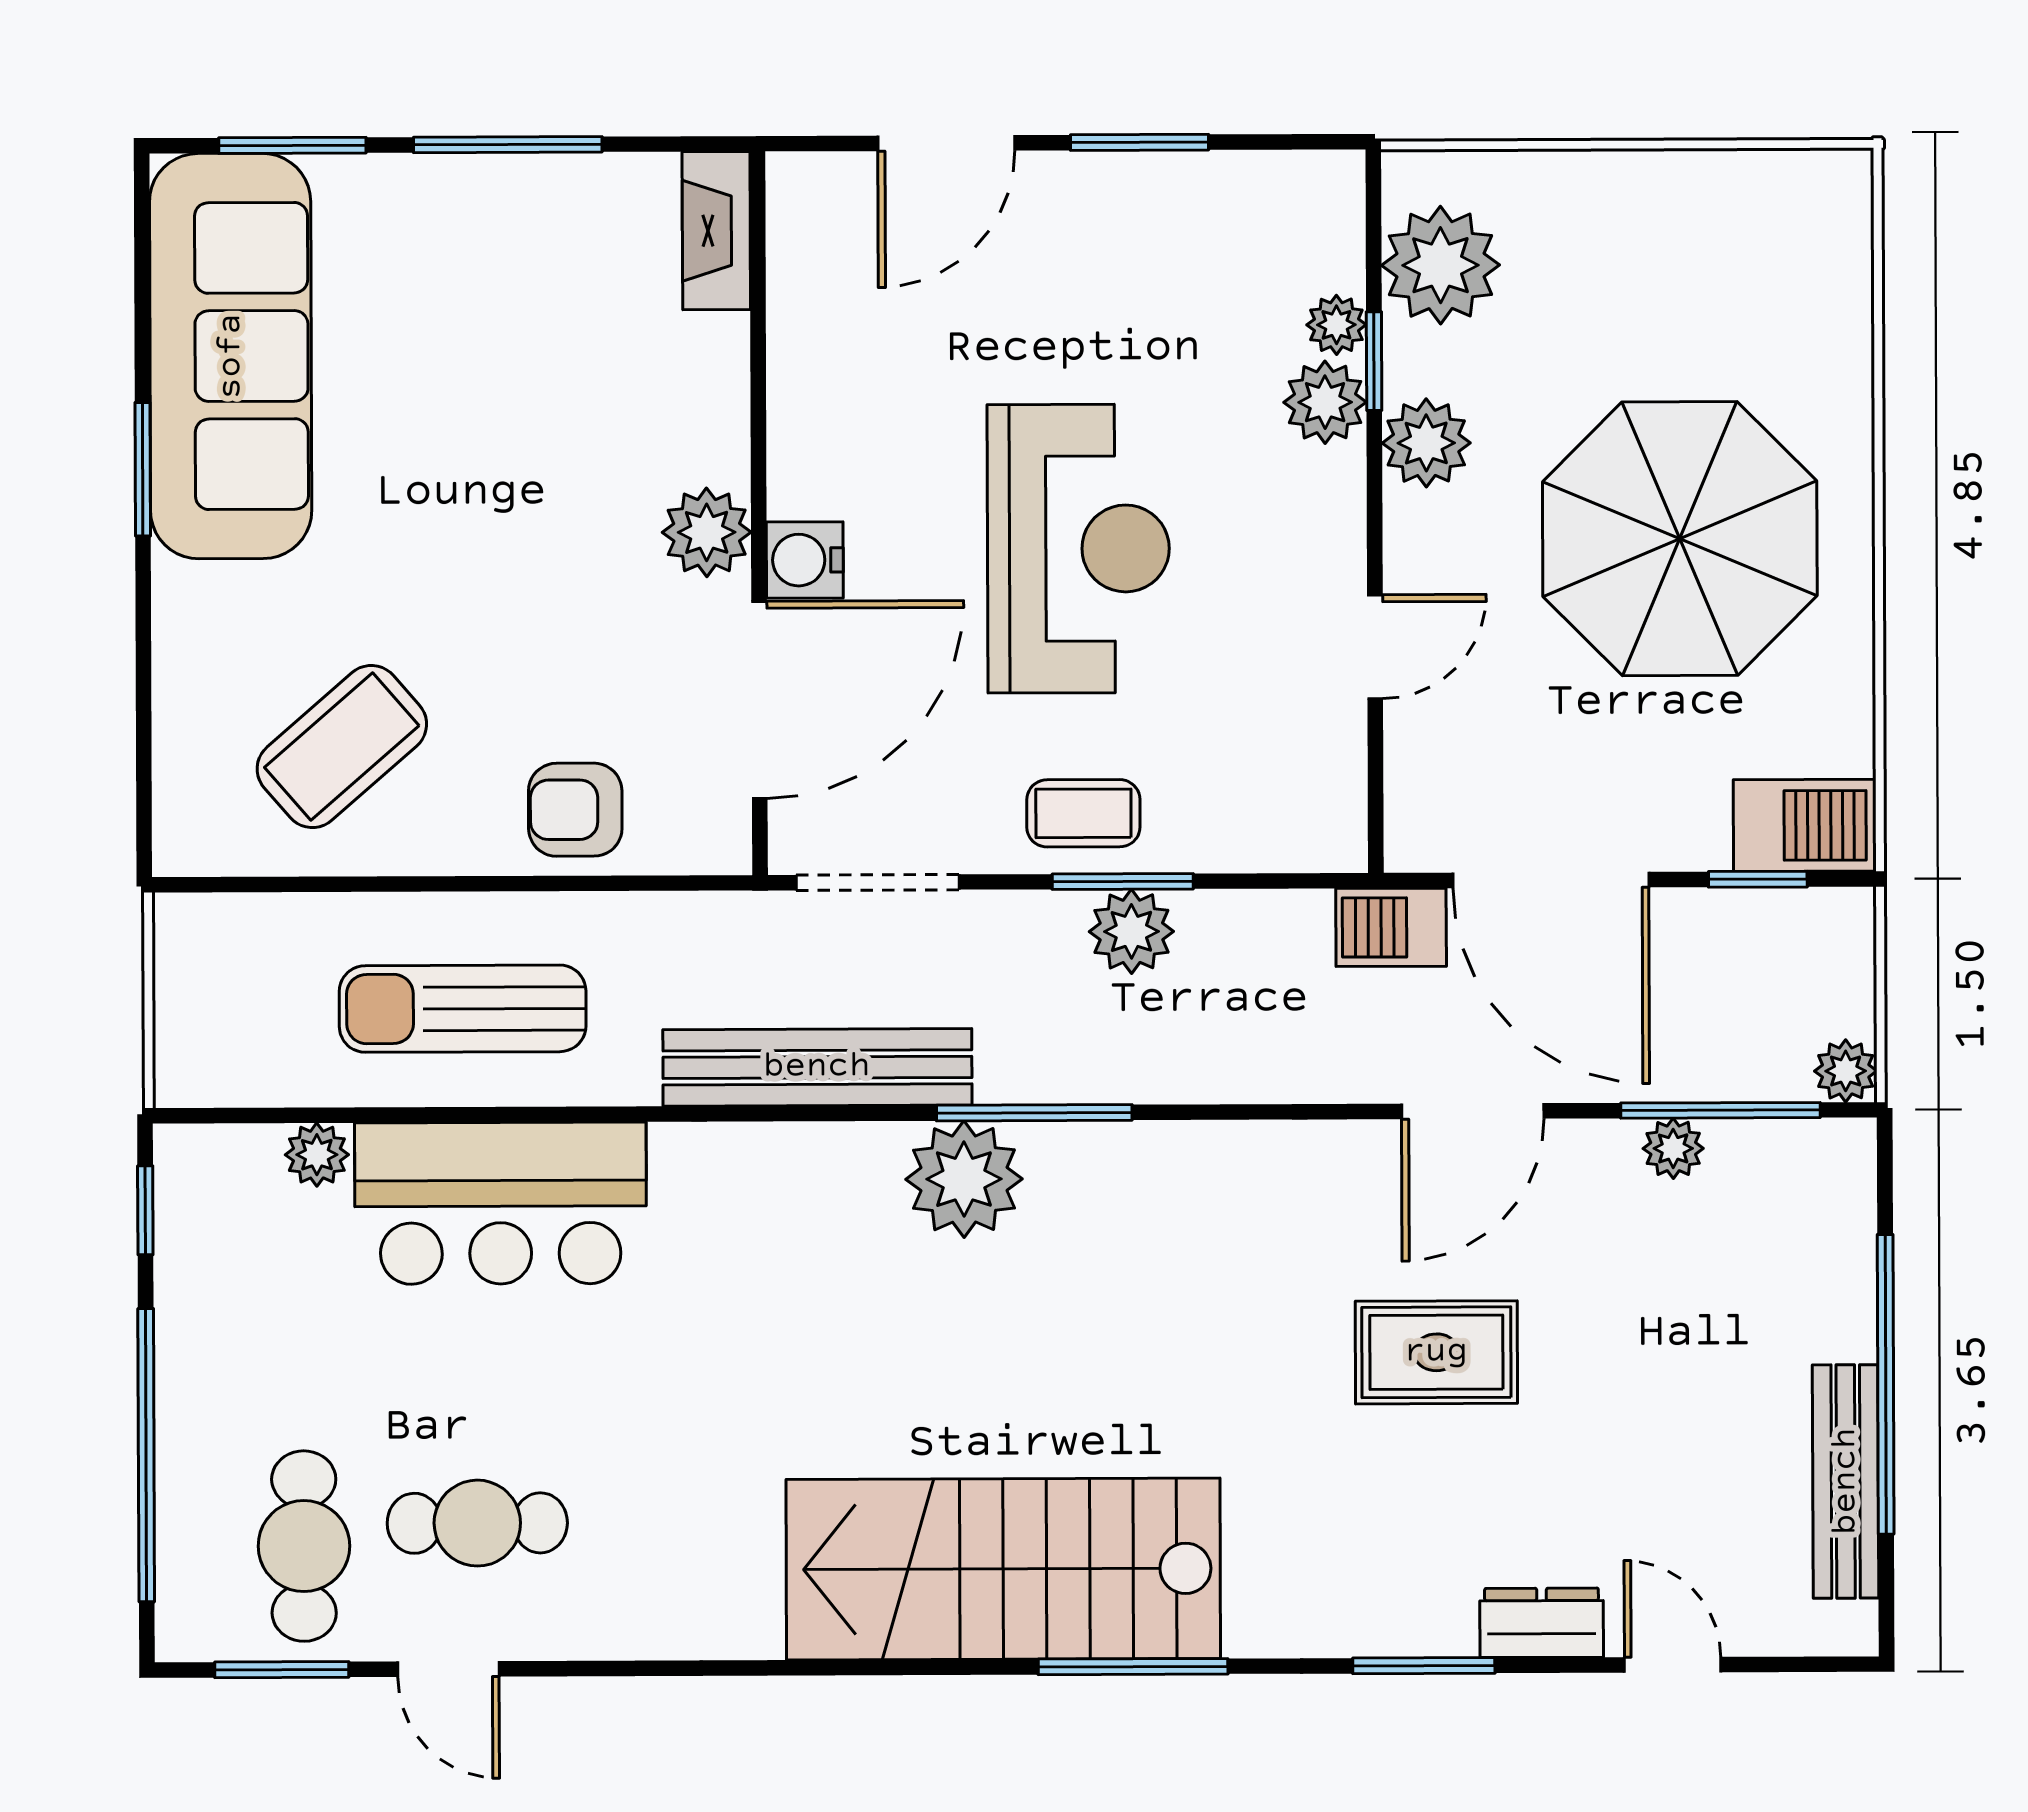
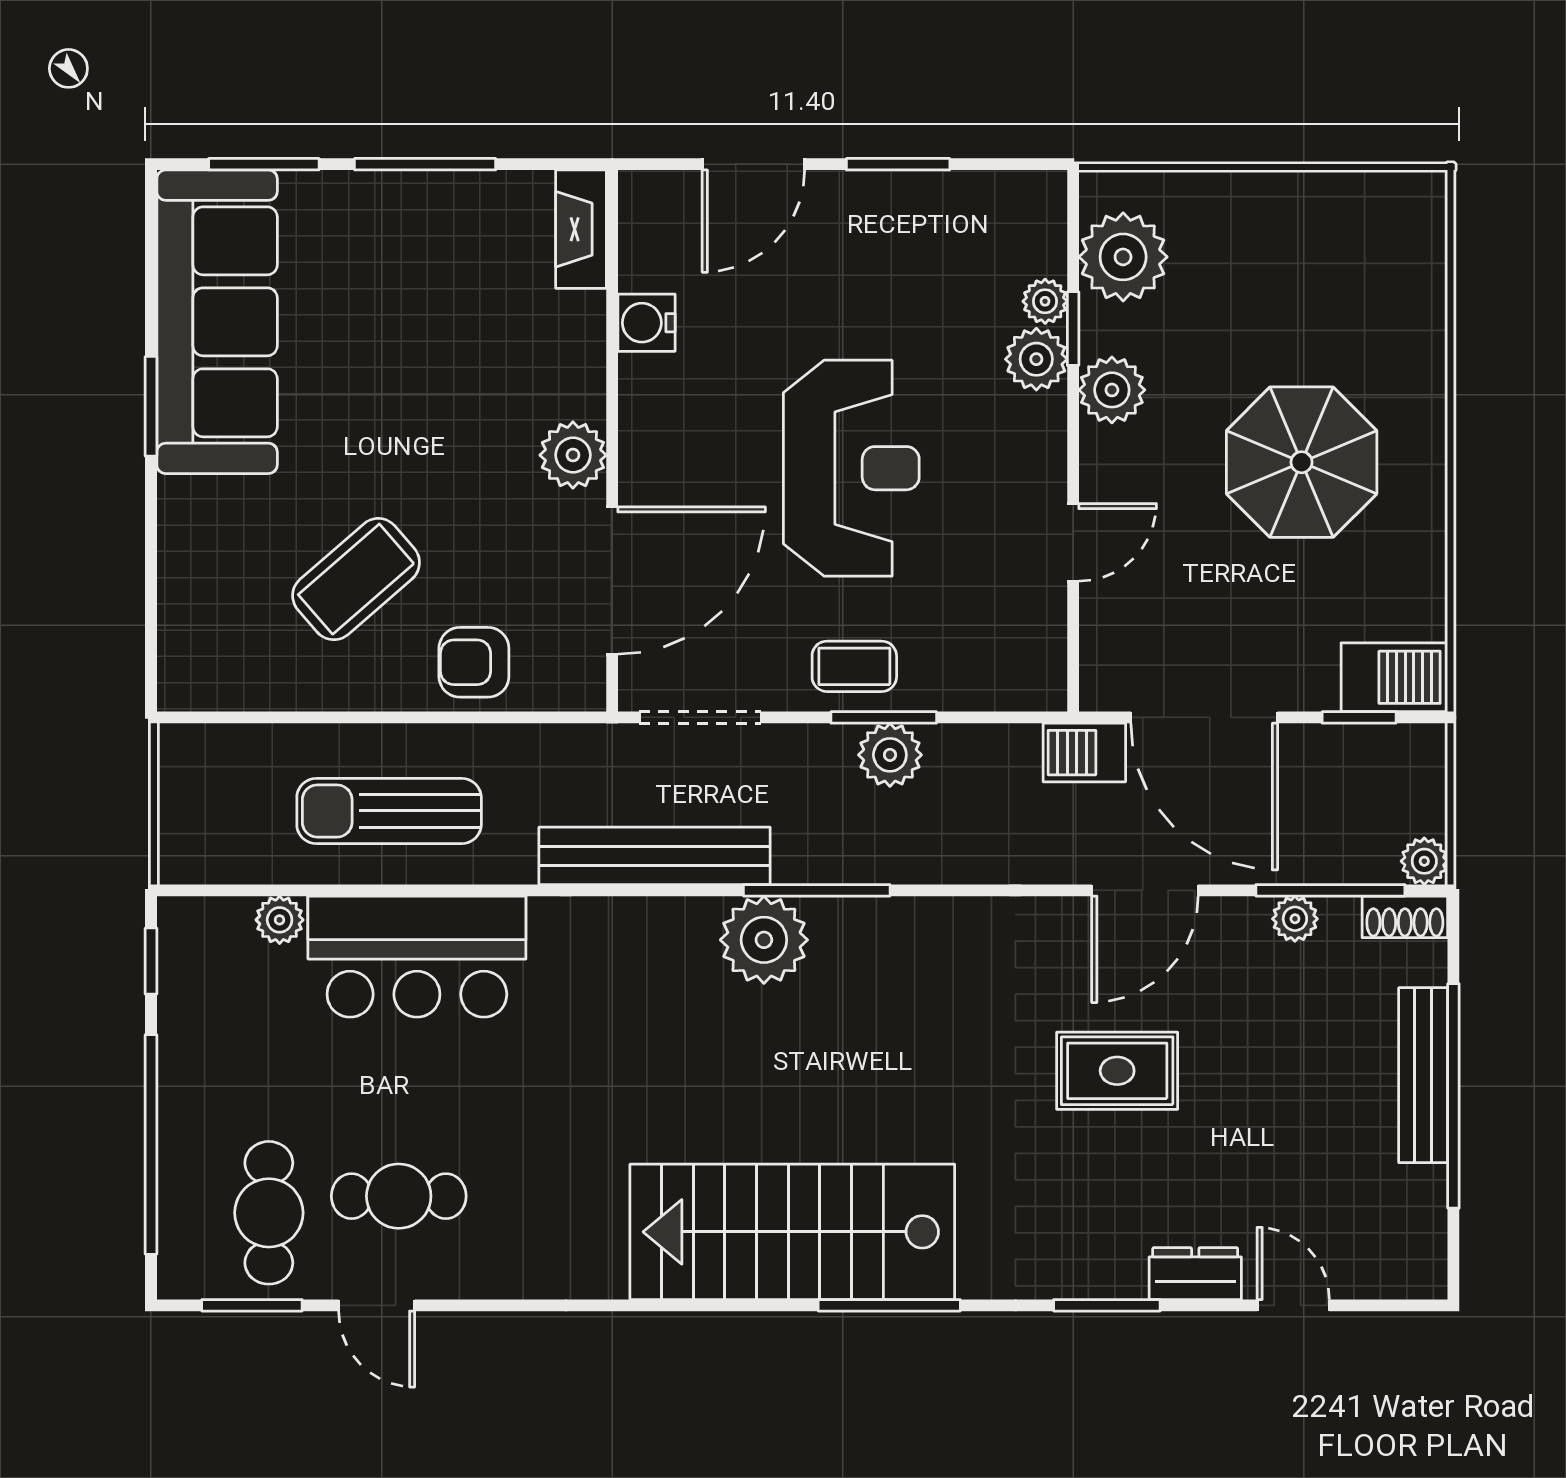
parasol: (1680, 539) -> (1302, 462), width x0.73, depth x0.73
water cooler: (805, 560) -> (646, 323), moved
coffee table: (342, 747) -> (356, 579), moved
shoe rack: (1820, 1145) -> (1405, 917), added
bench: (1846, 1481) -> (1423, 1075), moved

